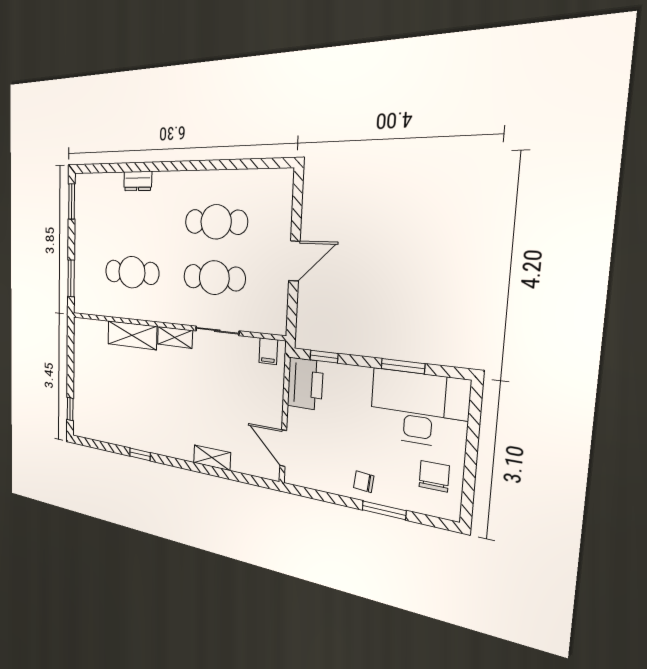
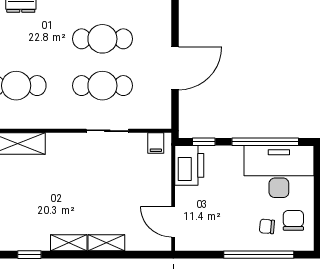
door: (294, 261) -> (175, 68), width x1.36
shelving: (175, 337) -> (69, 243), moved
window: (403, 366) -> (265, 142), width x2.11
chair: (364, 482) -> (267, 226), moved
window: (384, 510) -> (259, 255), width x2.11

